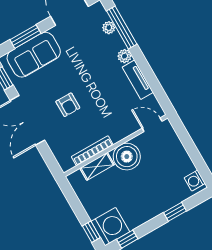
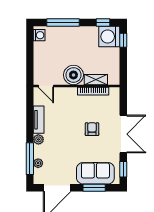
window: (175, 212) -> (63, 23), width x2.17

